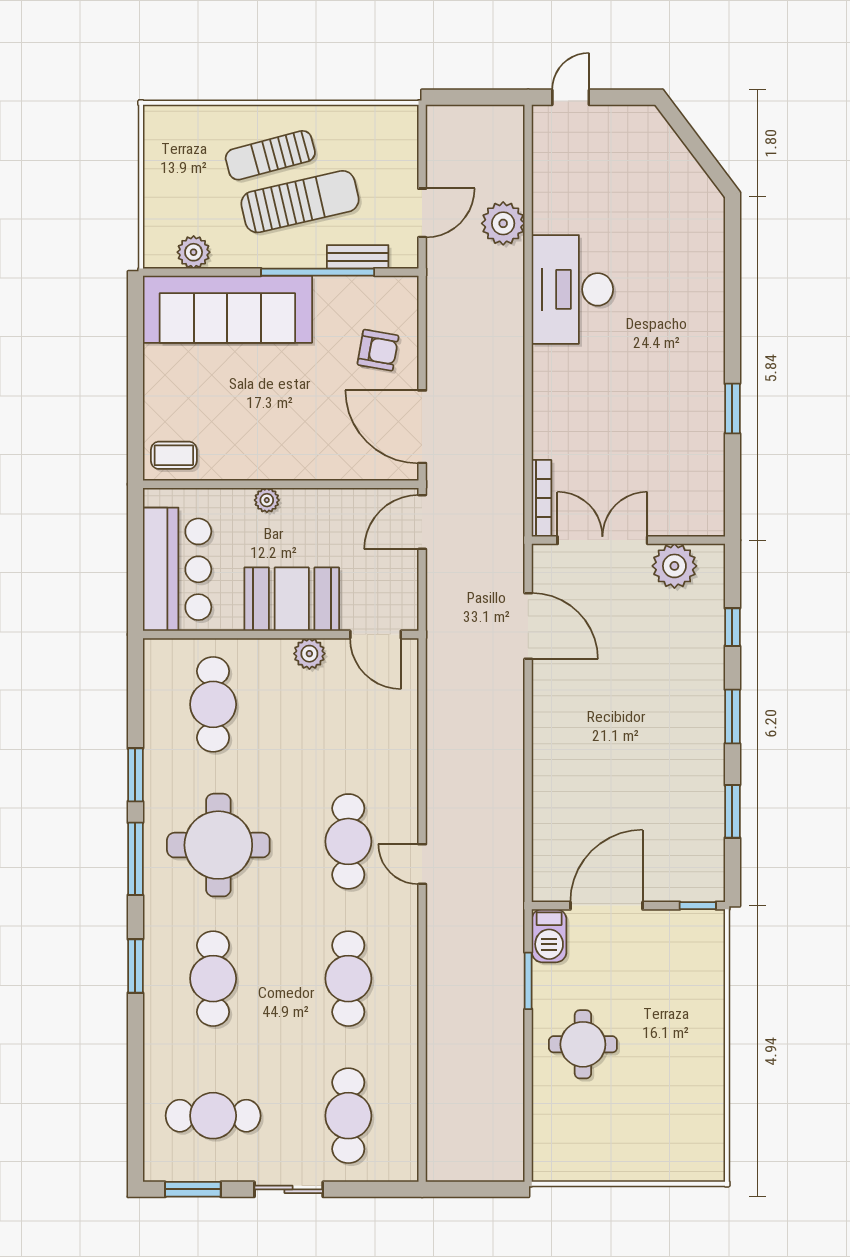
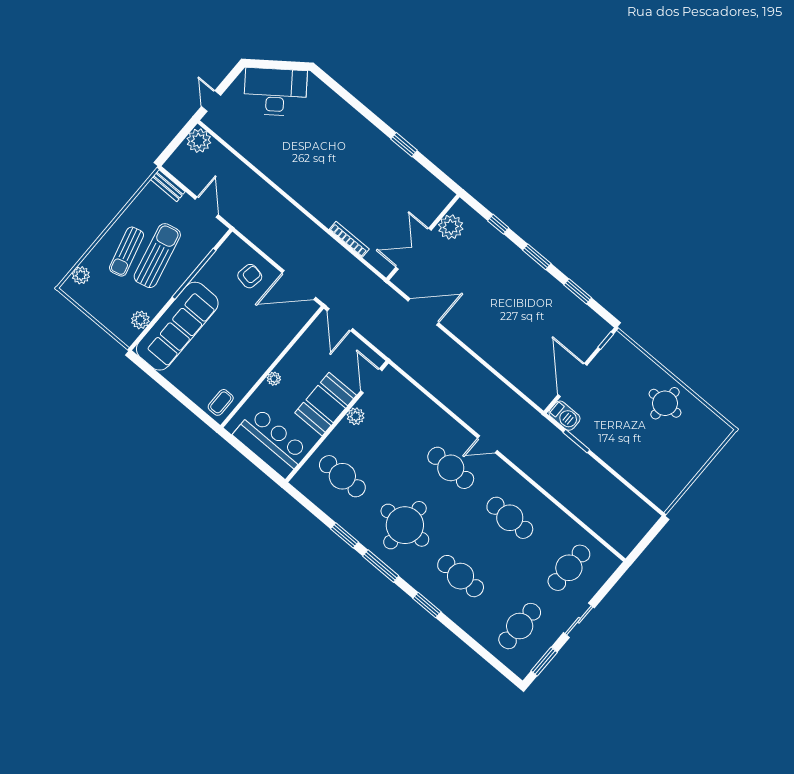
plant: (186, 121) -> (81, 275), added
plant: (503, 223) -> (199, 141), moved
bench: (358, 257) -> (168, 185), moved, turned 90
desk: (572, 289) -> (275, 92), moved, turned 143
bookcase: (542, 498) -> (349, 239), moved
door: (376, 635) -> (371, 381), swing flipped
round table: (583, 1044) -> (665, 403), moved
cafe table: (348, 1116) -> (569, 568), turned 90

